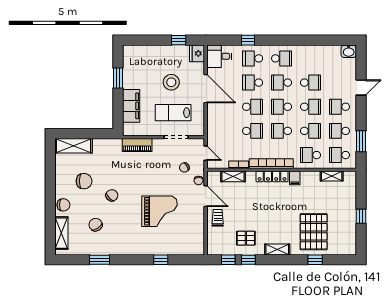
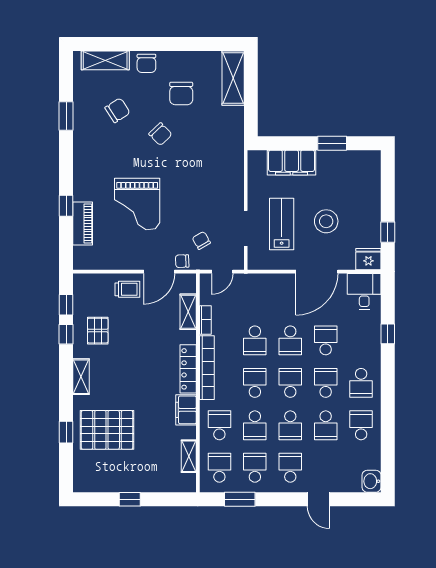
school desk: (253, 58) -> (361, 425), moved
piano: (137, 145) -> (83, 224), moved, turned 180
filing cabinet: (295, 178) -> (186, 410), width x2.00

